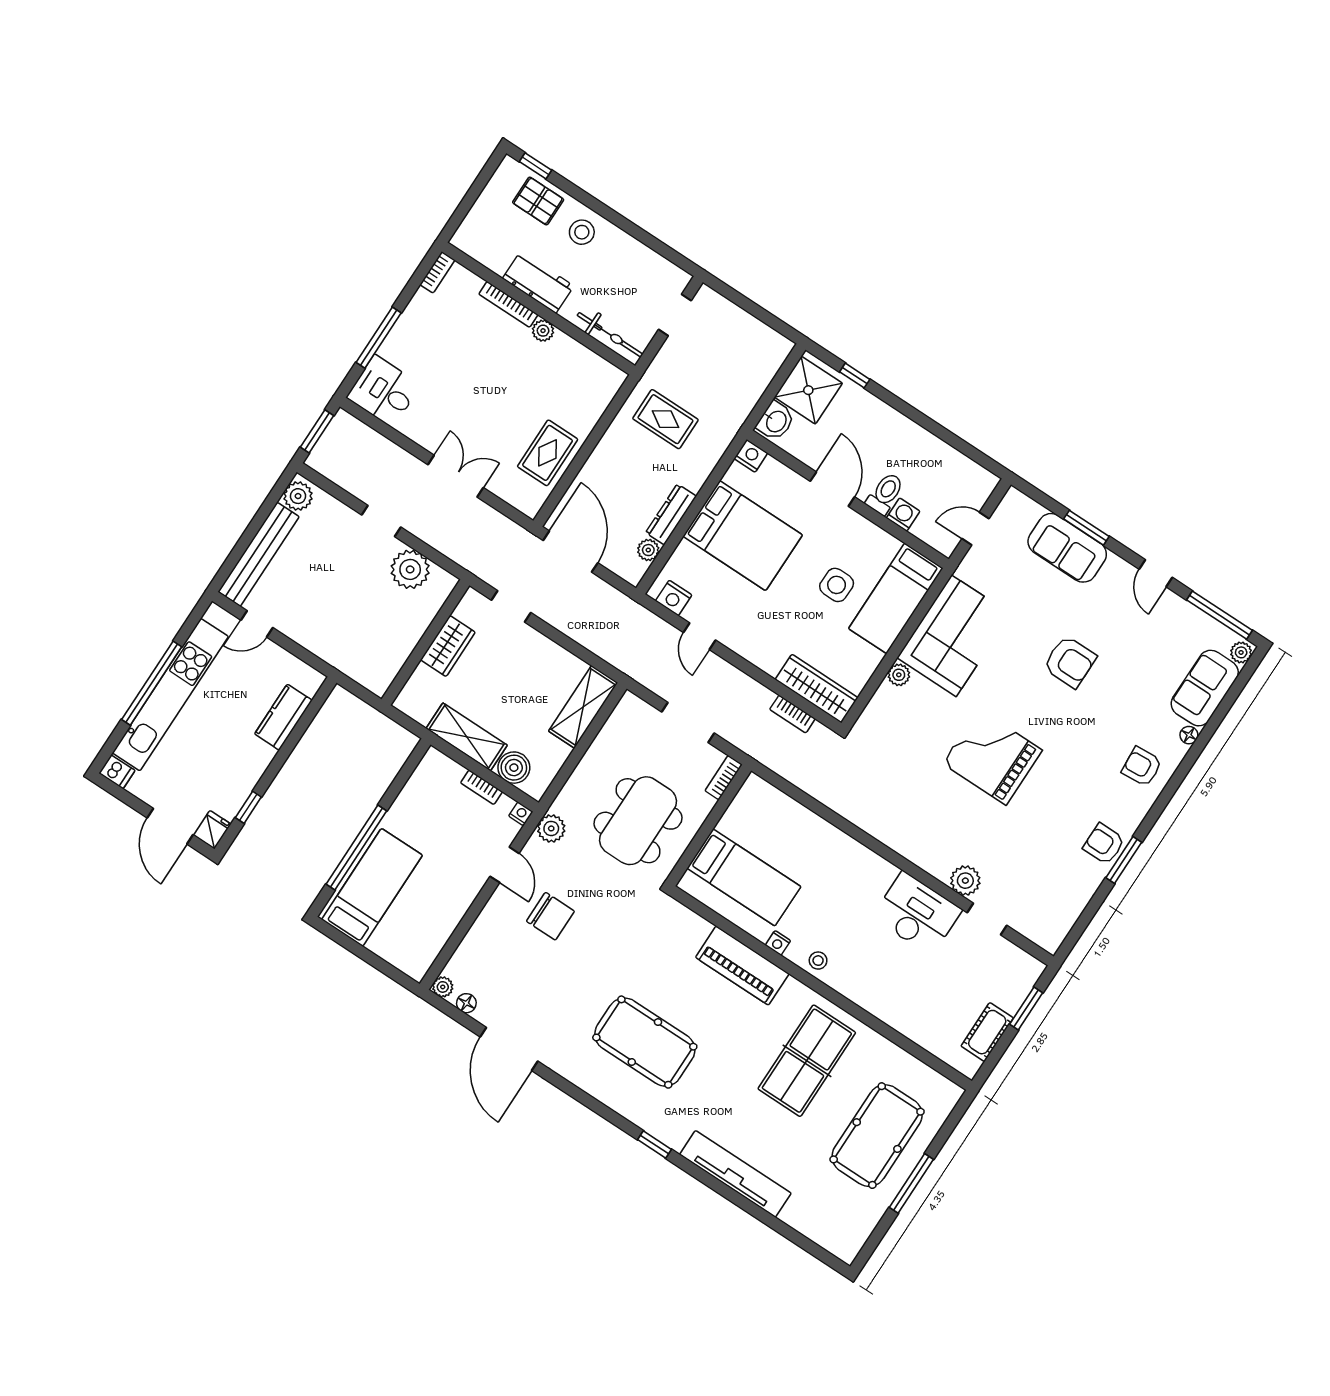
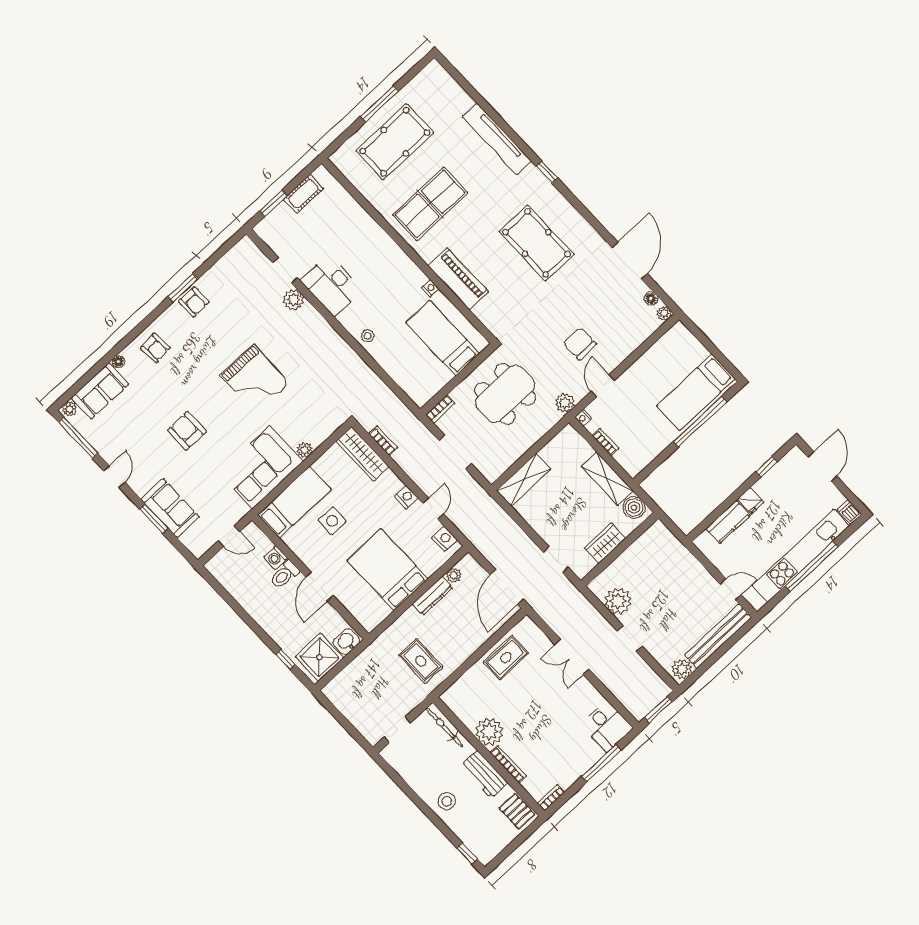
pallet: (538, 201) -> (517, 811), moved
plant: (543, 331) -> (489, 732), width x1.88, depth x1.88
nightstand: (751, 456) -> (406, 497), moved, turned 180
boiler: (514, 768) -> (634, 507), moved
fridge: (212, 830) -> (751, 501), moved, turned -90
stool: (818, 961) -> (367, 336), moved

